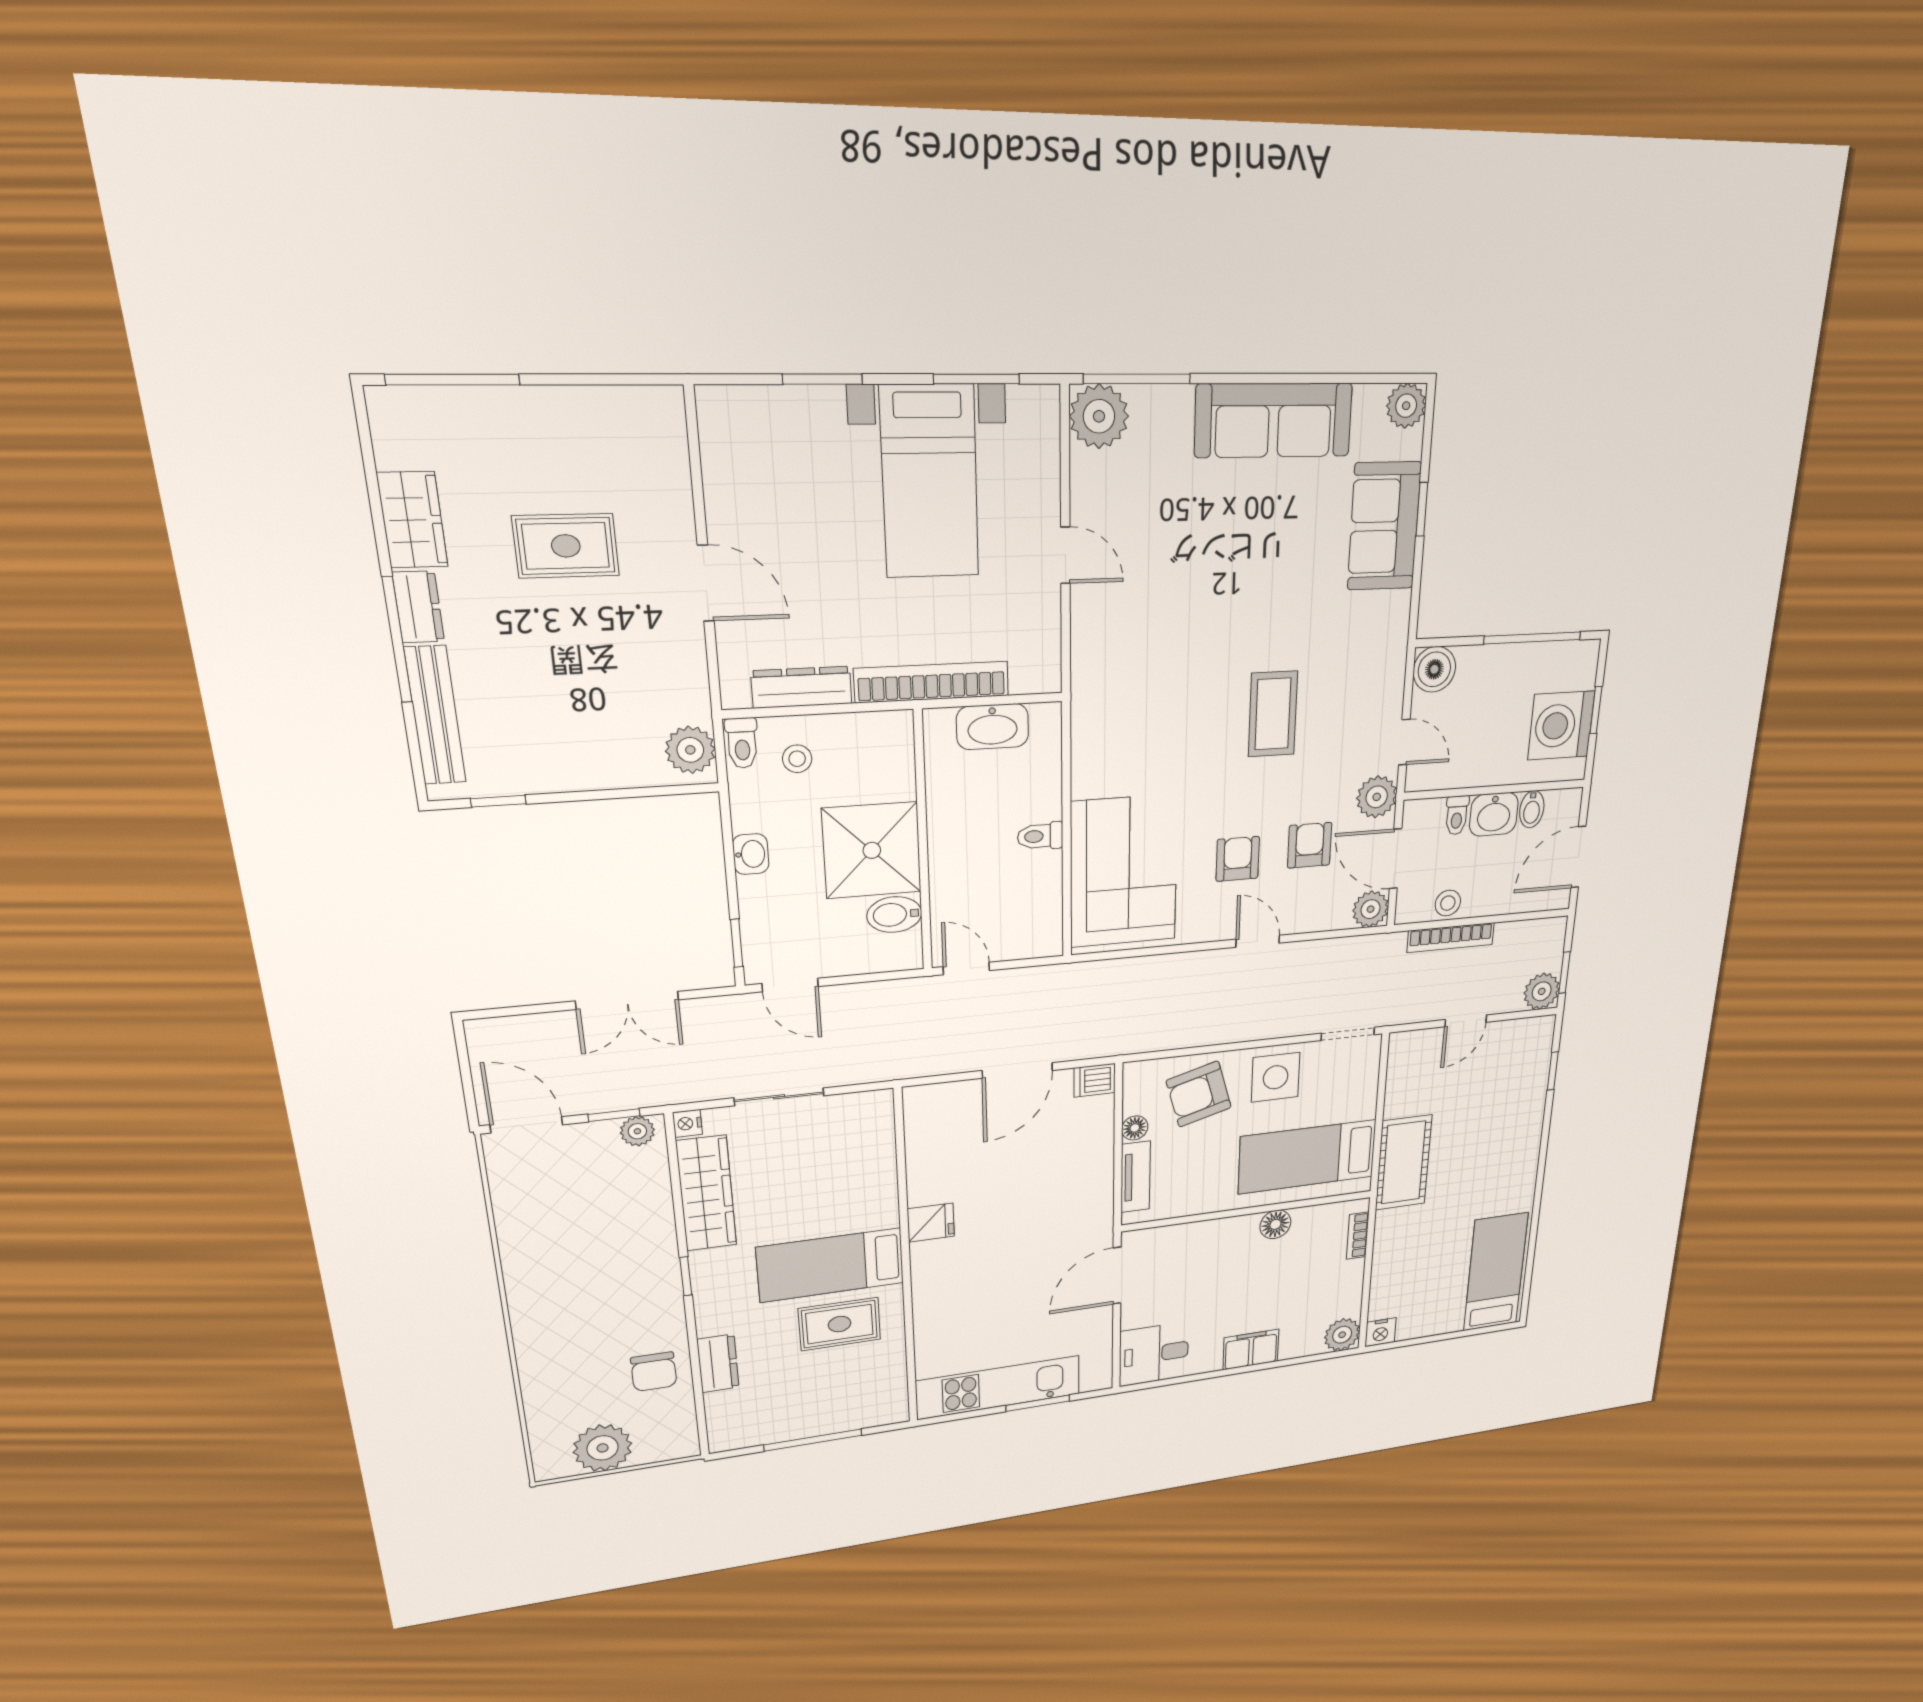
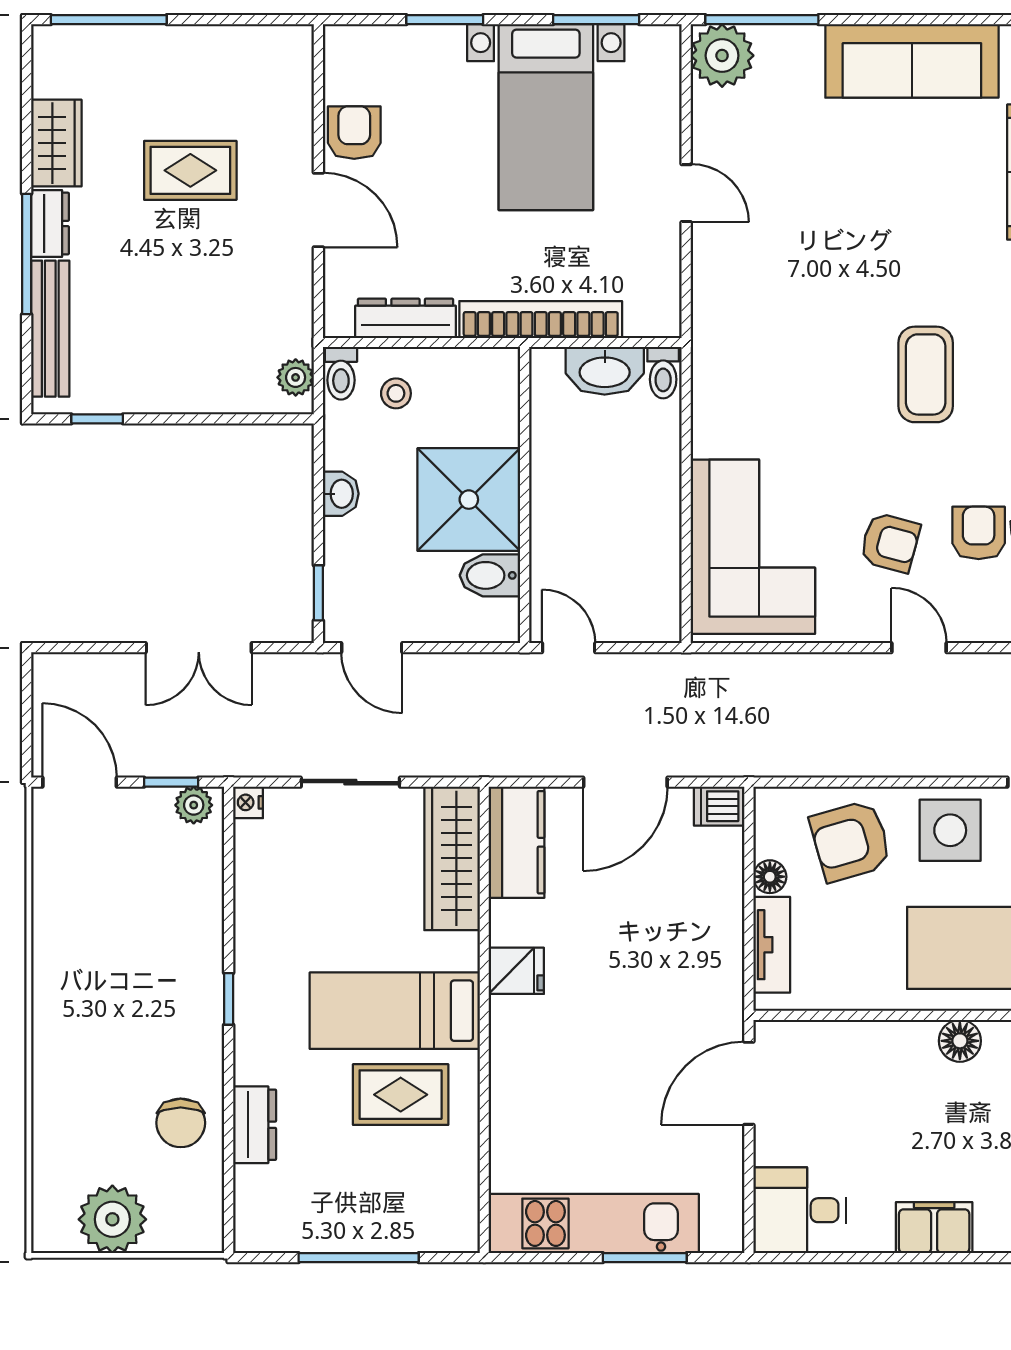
armchair: (736, 502) -> (354, 133), added
plant: (690, 750) -> (296, 377), width x0.73, depth x0.73
toilet: (1040, 836) -> (663, 373), moved, turned -90
armchair: (1238, 859) -> (890, 543), turned 105
kitchen counter: (927, 1127) -> (517, 842), added
wardrobe: (706, 1193) -> (452, 858), moved, turned 180

